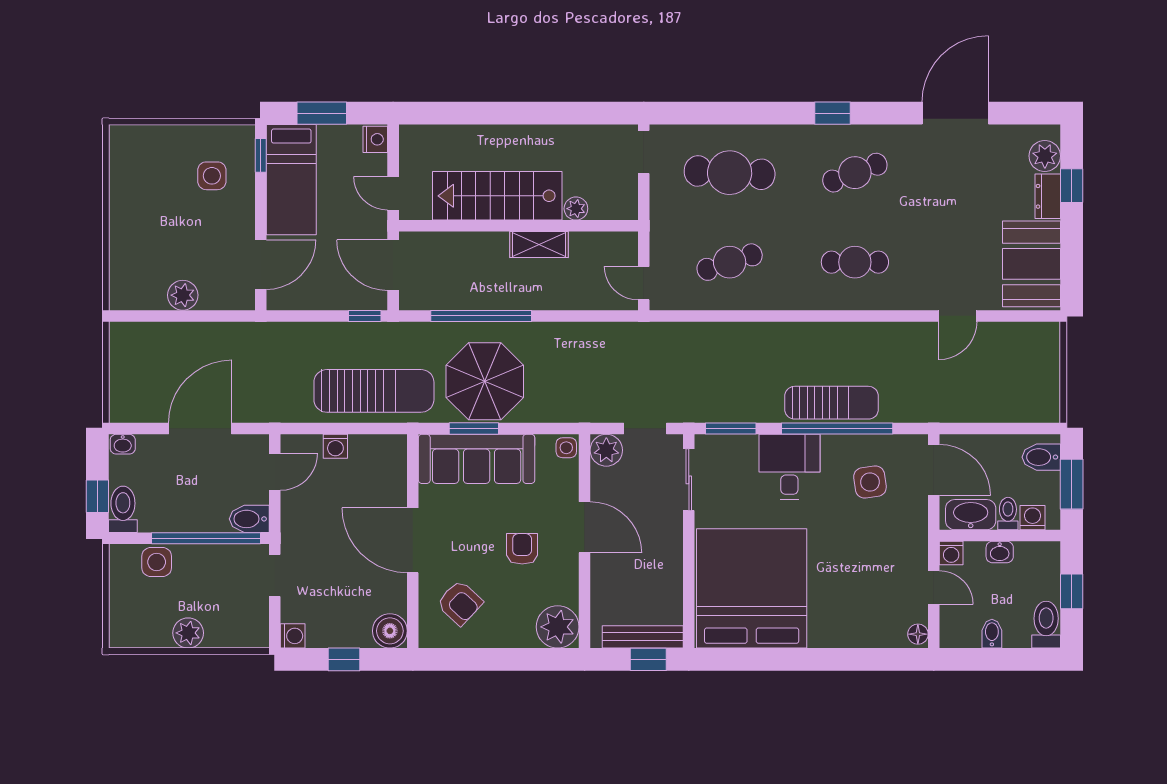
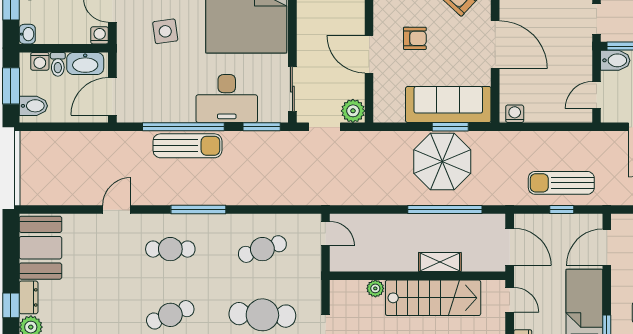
shelving: (539, 245) -> (440, 262), moved
window: (365, 316) -> (562, 210), moved
window: (817, 316) -> (198, 210), added
door: (958, 316) -> (117, 210), moved
sun lounger: (374, 391) -> (561, 183), moved, width x0.73, depth x0.75
sun lounger: (832, 403) -> (187, 146), turned 180
washing machine: (335, 446) -> (515, 114), moved
side table: (566, 448) -> (382, 113), removed
desk: (789, 467) -> (227, 99), width x1.37
door: (934, 470) -> (112, 96), hinge flipped
side table: (870, 482) -> (165, 31), moved
armchair: (522, 549) -> (415, 38), turned -90
washbasin: (1000, 552) -> (27, 34), moved, turned 90

